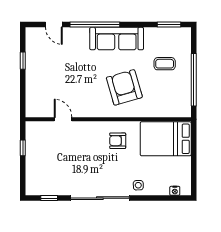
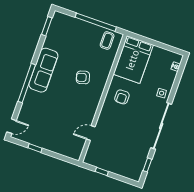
door: (54, 25) -> (12, 126), moved
coffee table: (165, 64) -> (107, 40), moved
armchair: (124, 87) -> (83, 77), width x0.53, depth x0.53

